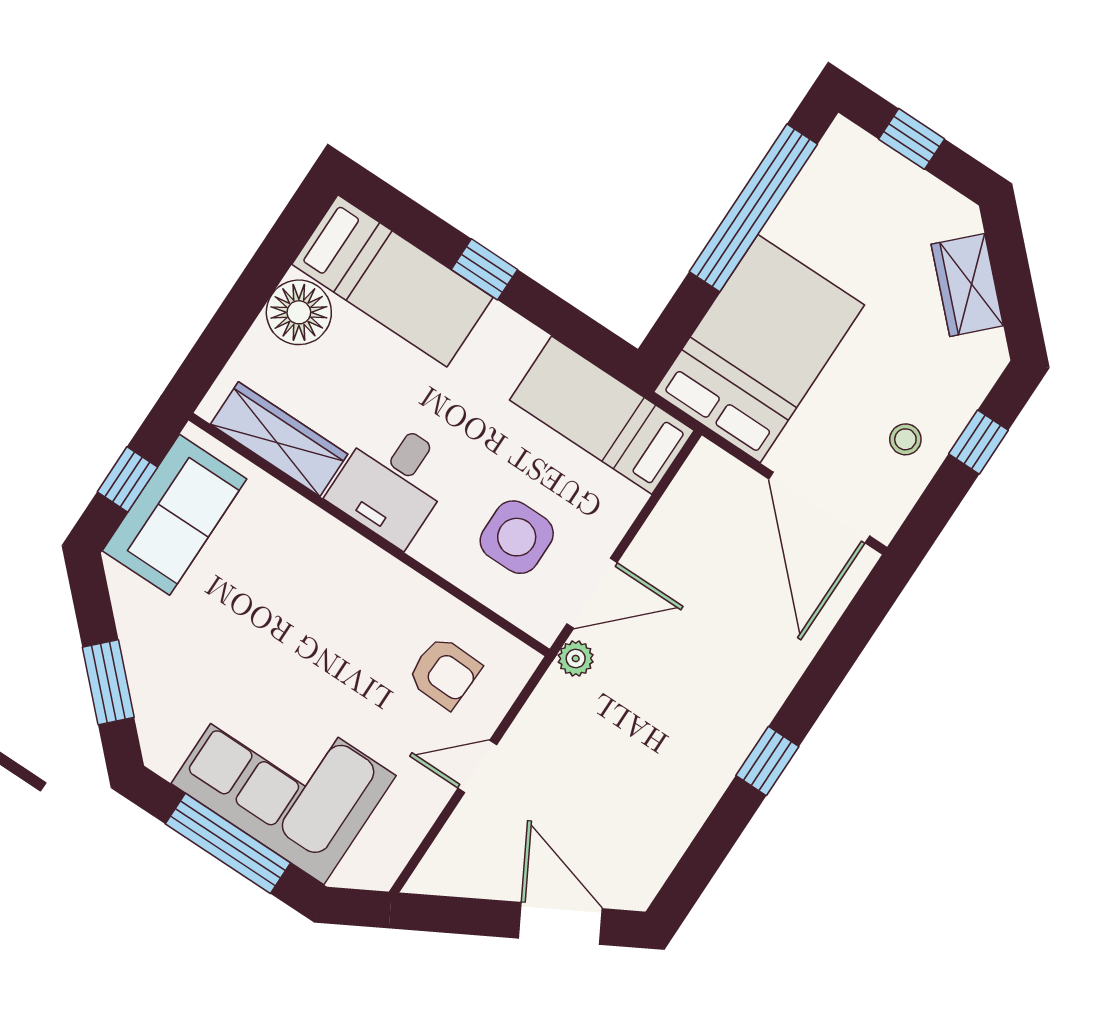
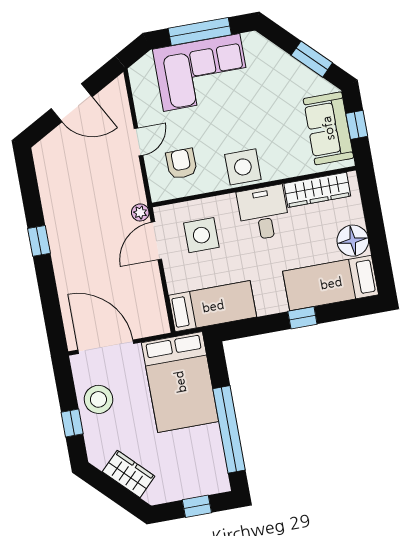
stool: (905, 439) -> (98, 399), width x1.89, depth x1.89
side table: (357, 580) -> (243, 167), added
armchair: (444, 673) -> (181, 164), turned 87
window: (108, 682) -> (312, 59), moved
door: (560, 923) -> (72, 103), moved

